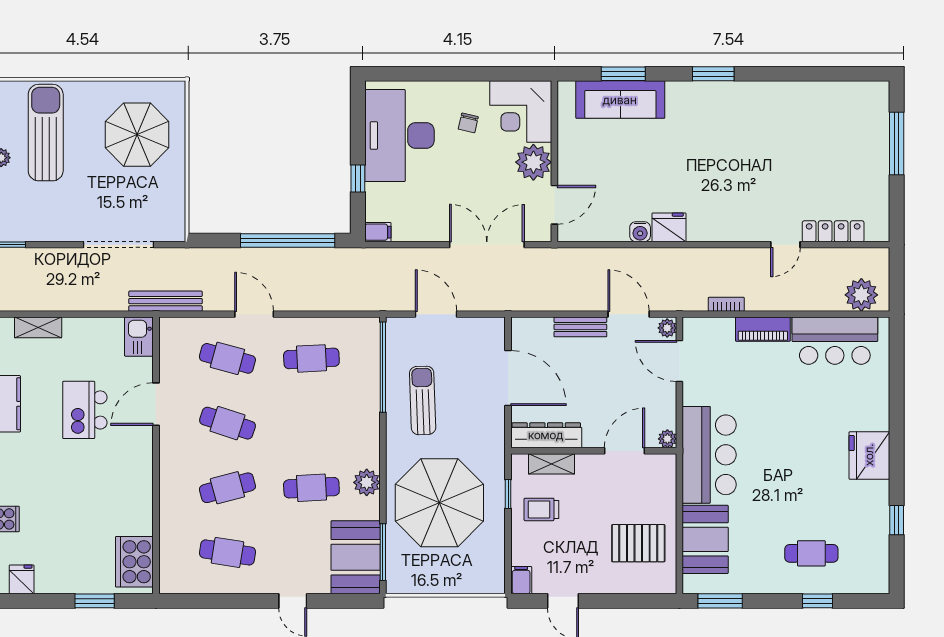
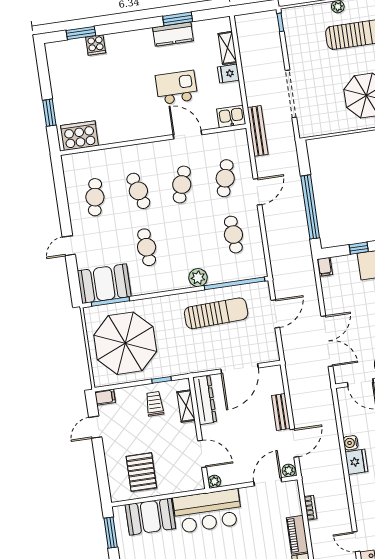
sun lounger: (423, 400) -> (216, 313), width x1.36, depth x1.34
plant: (367, 482) -> (198, 278), moved
parasol: (439, 503) -> (125, 343), moved
fridge: (22, 579) -> (228, 74), moved, turned 180

